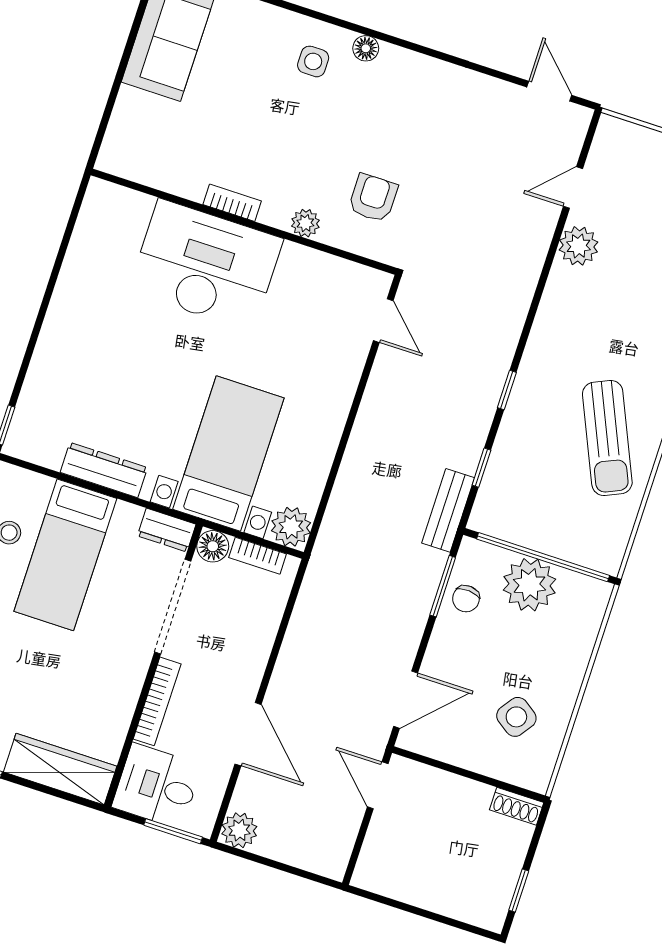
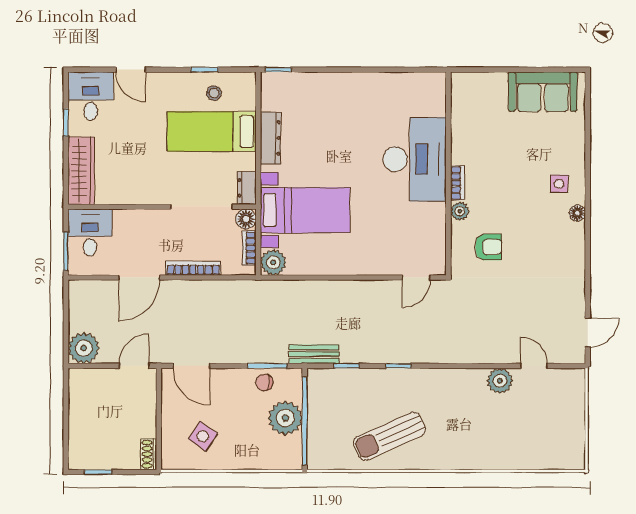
bookcase: (232, 203) -> (458, 183), moved
bookcase: (157, 701) -> (193, 268), moved, turned 180
plant: (239, 830) -> (84, 348), moved, width x1.36, depth x1.36

